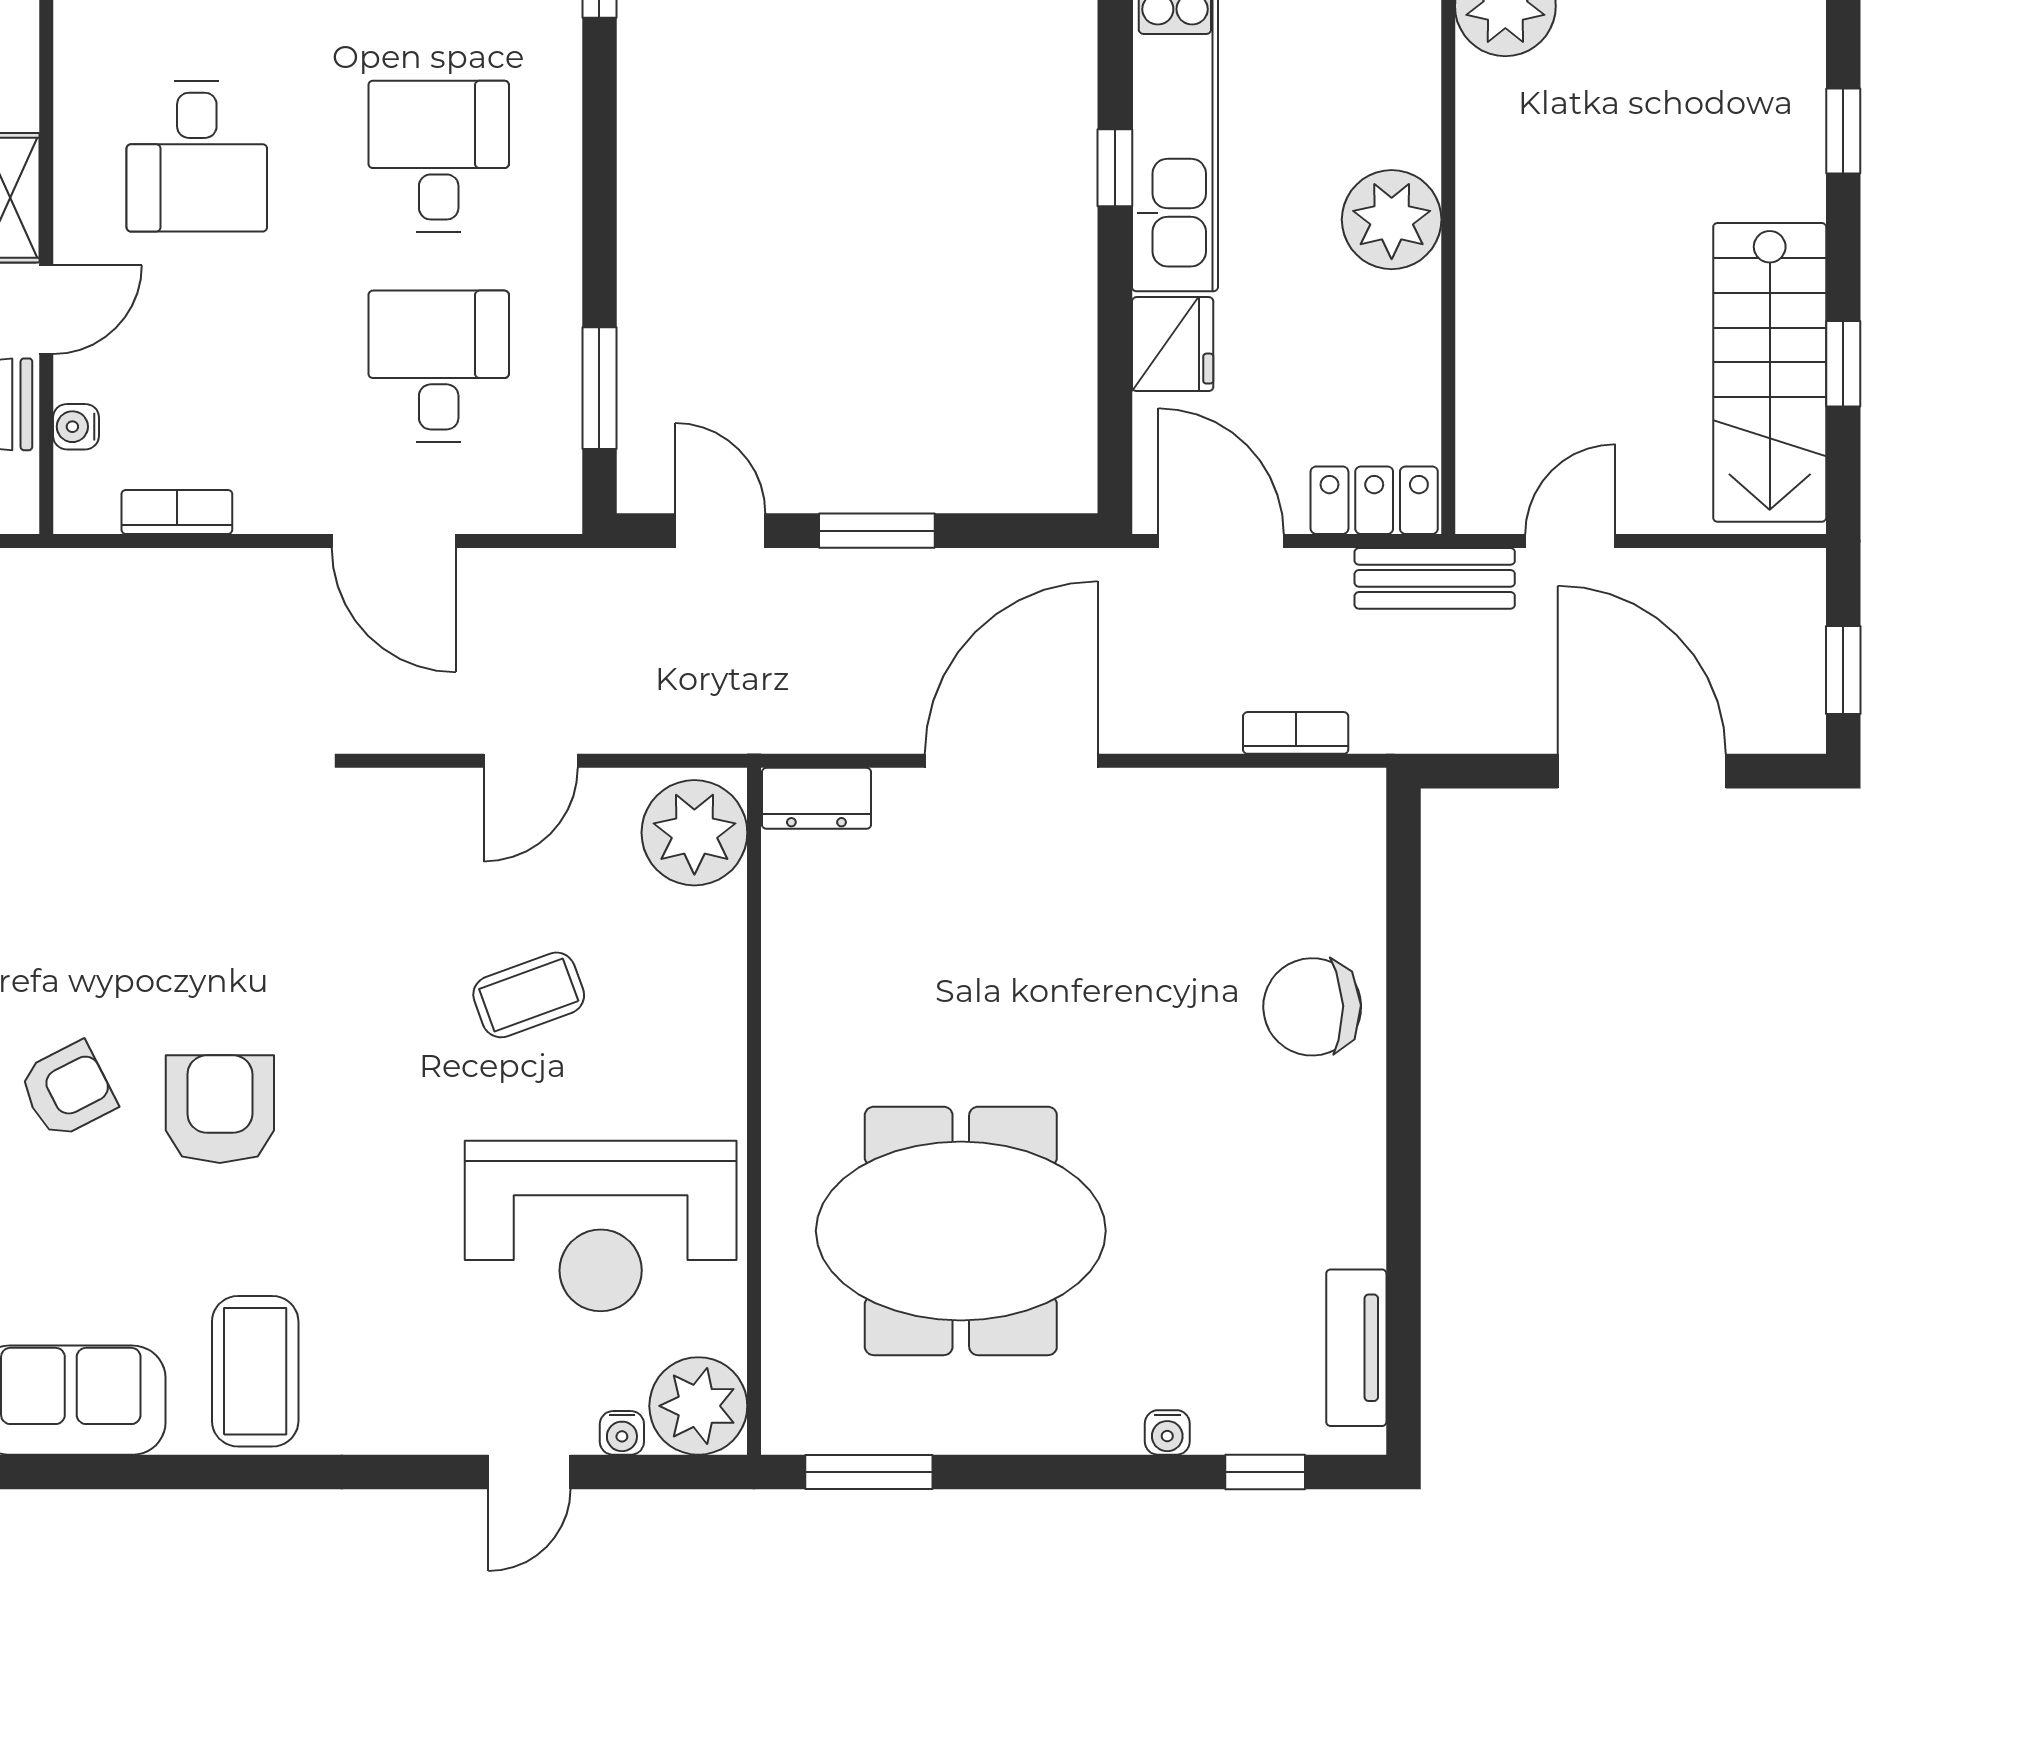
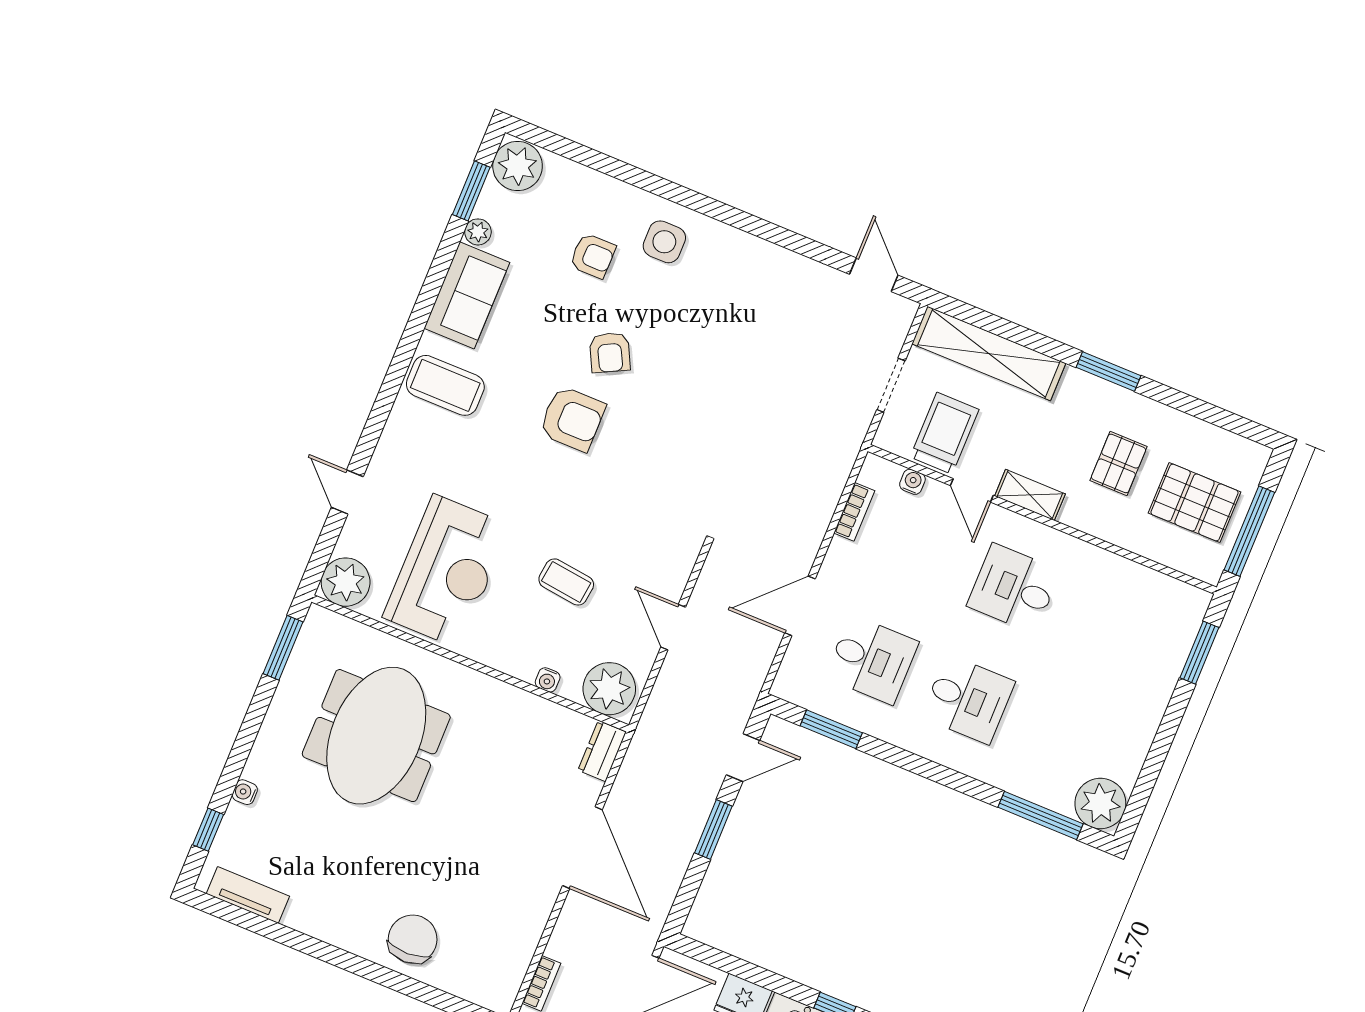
coffee table: (529, 995) -> (566, 582), turned -63
reception desk: (601, 1226) -> (447, 571), turned 180
water cooler: (622, 1433) -> (548, 680), moved, turned -90

